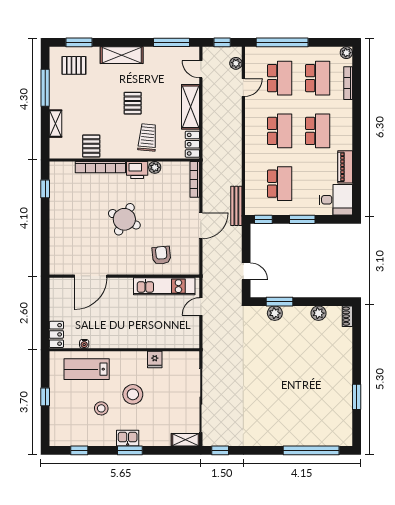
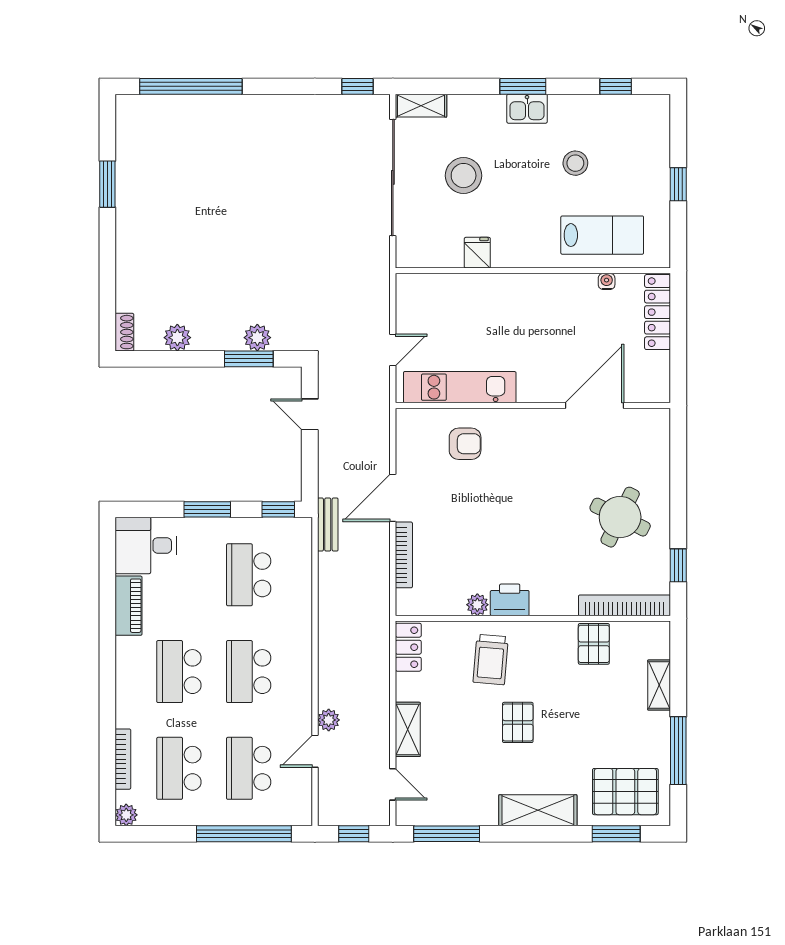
plant: (236, 63) -> (329, 720), moved
pallet: (74, 65) -> (625, 792), width x1.50, depth x1.42
shelving: (190, 107) -> (408, 729), width x0.67, depth x0.75
bookcase: (100, 167) -> (625, 605), moved
bookcase: (195, 179) -> (404, 555), moved
bench: (236, 206) -> (328, 525), width x0.73
round table: (124, 219) -> (620, 517), moved
armchair: (161, 255) -> (465, 444), turned -84
locker: (56, 334) -> (658, 312), width x1.53
stool: (133, 394) -> (464, 176), moved

